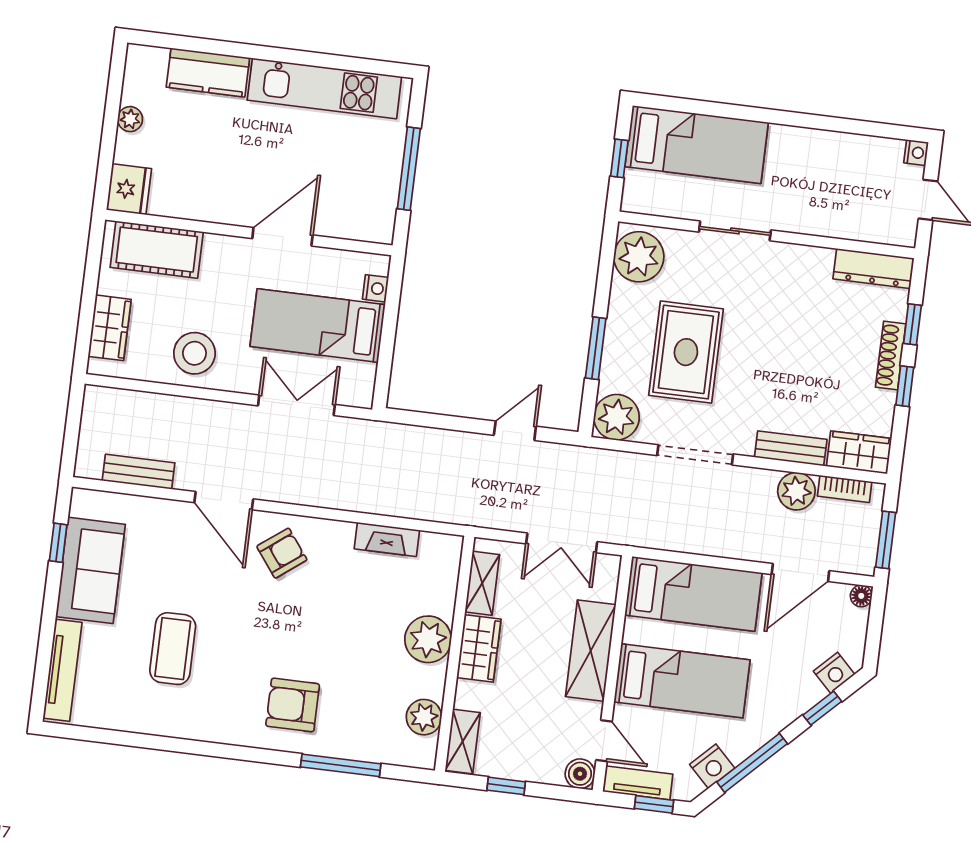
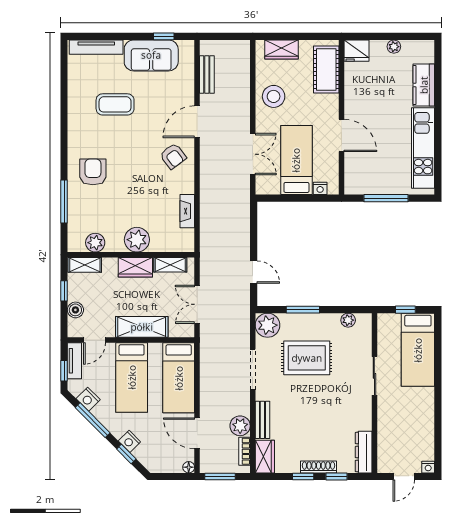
plant: (639, 257) -> (348, 320), width x0.53, depth x0.53
nightstand: (834, 673) -> (129, 441), moved
boiler: (580, 774) -> (75, 310), moved

